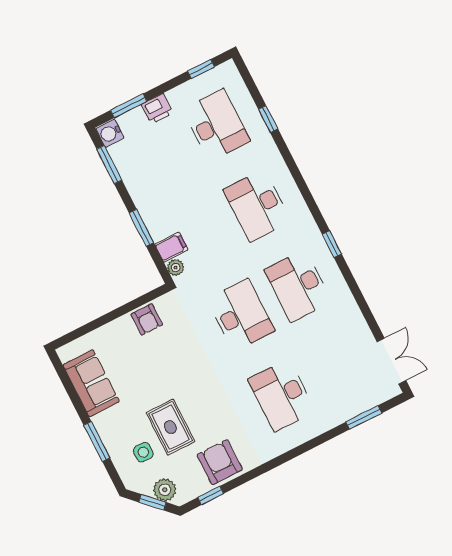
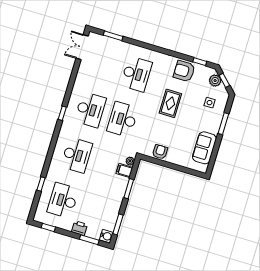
rug: (170, 427) -> (170, 103), moved
armchair: (220, 462) -> (184, 71), turned 90

